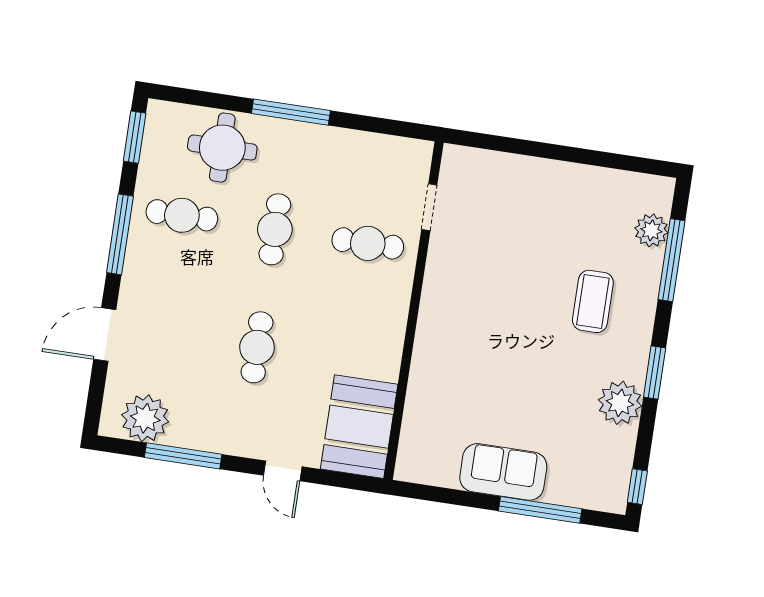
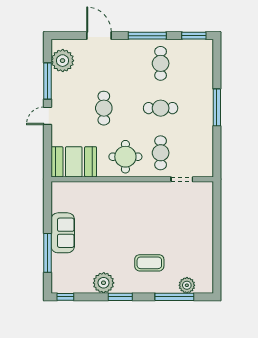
round table: (222, 148) -> (125, 157), moved
cafe table: (257, 347) -> (104, 108), turned 90
door: (283, 471) -> (48, 116), moved

